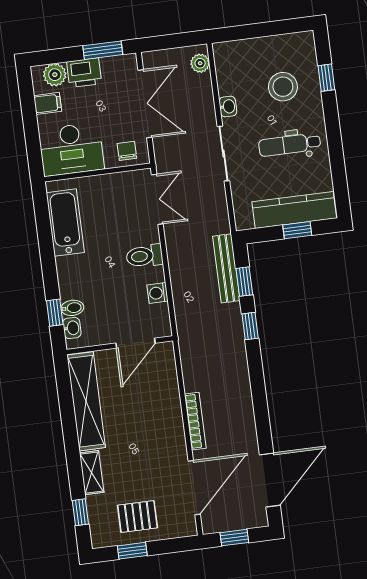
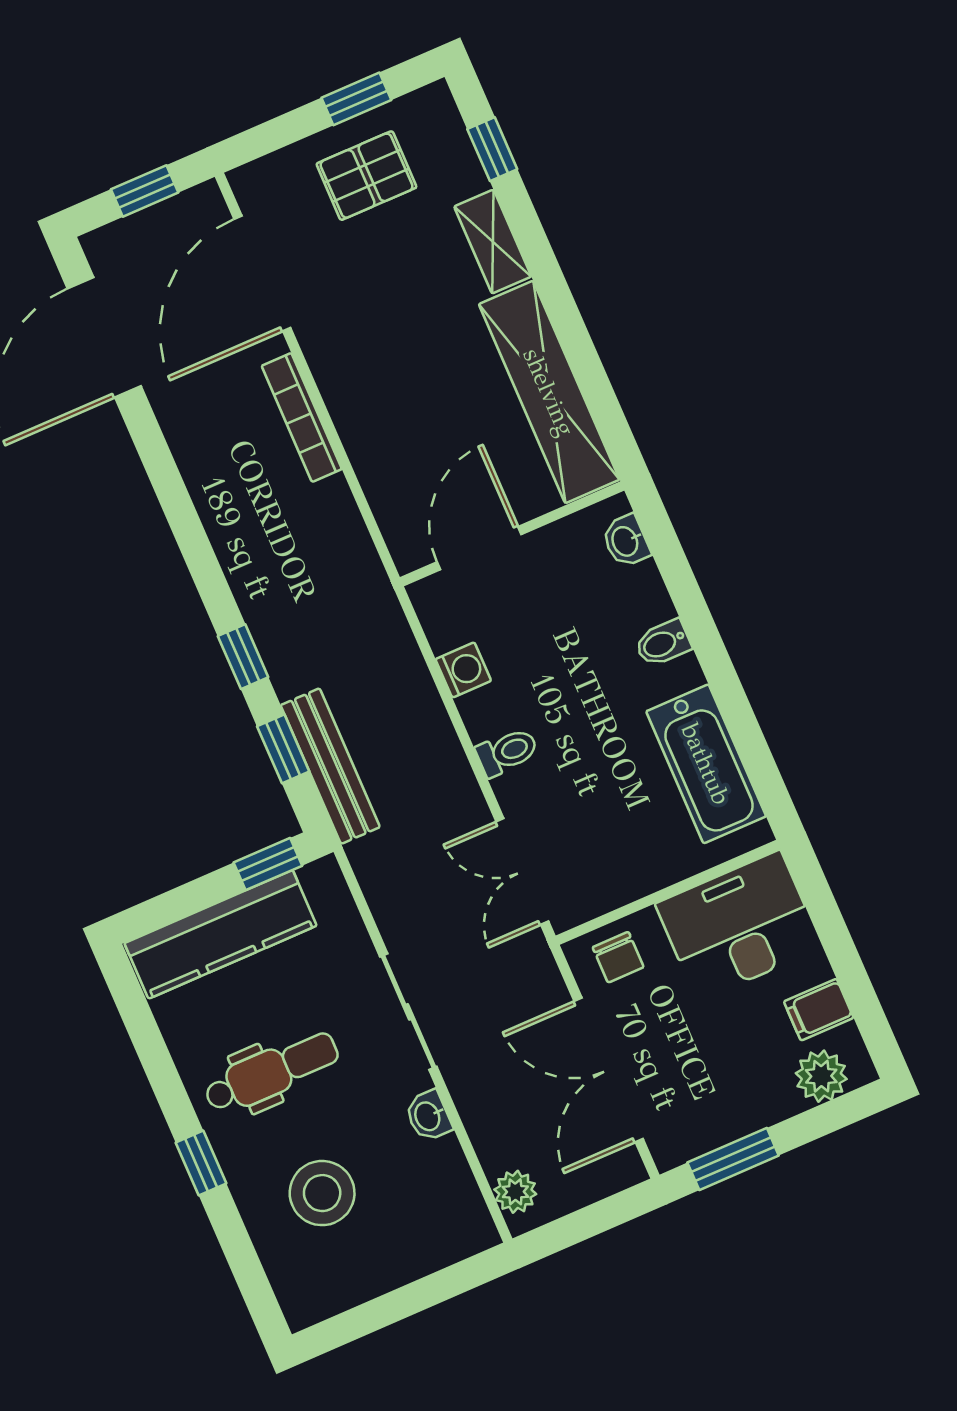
printer: (84, 73) -> (759, 1099), removed
window: (326, 78) -> (201, 1163), moved
window: (297, 230) -> (268, 864), moved
toilet: (144, 256) -> (507, 752), width x0.73, depth x0.72
bidet: (72, 308) -> (663, 643), moved
window: (55, 313) -> (672, 563), removed

